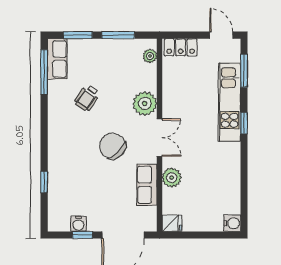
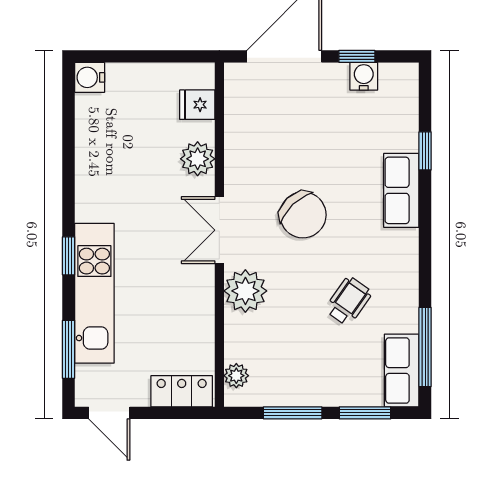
row of seats: (147, 185) -> (401, 190), moved, turned 180
fridge: (172, 223) -> (197, 105), moved

